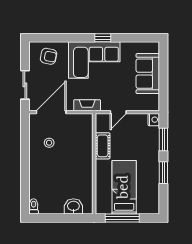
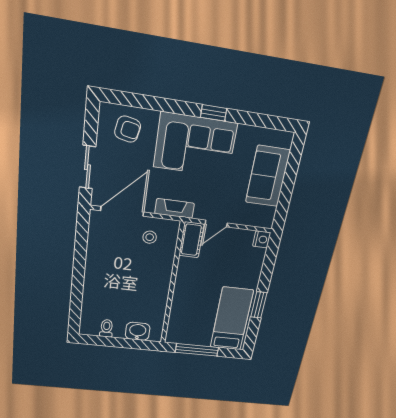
window: (163, 139) -> (268, 266), removed
stool: (49, 143) -> (150, 237), moved
cot: (103, 146) -> (191, 240), moved
bed: (124, 187) -> (232, 319), moved
toilet: (34, 206) -> (106, 328), moved

